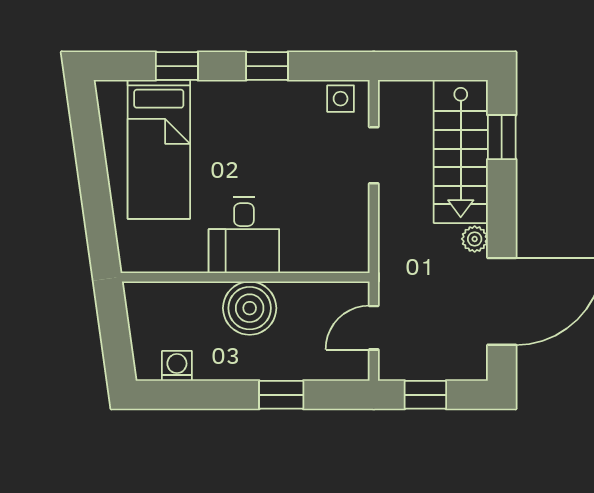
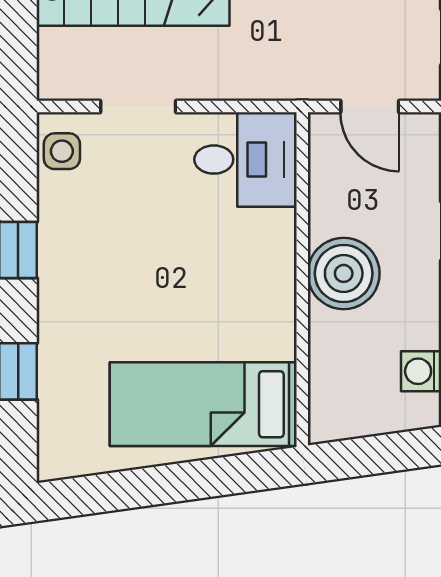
bed: (159, 149) -> (203, 404), moved, turned 180
desk: (244, 235) -> (245, 160), moved

